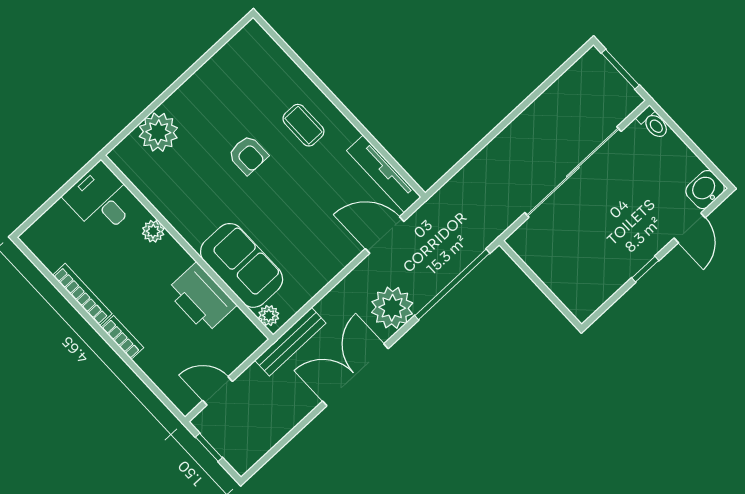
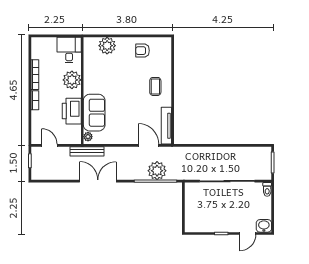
armchair: (248, 155) -> (143, 51), moved, turned 90
plant: (153, 231) -> (72, 80), width x1.88, depth x1.88
plant: (392, 308) -> (157, 171), moved

